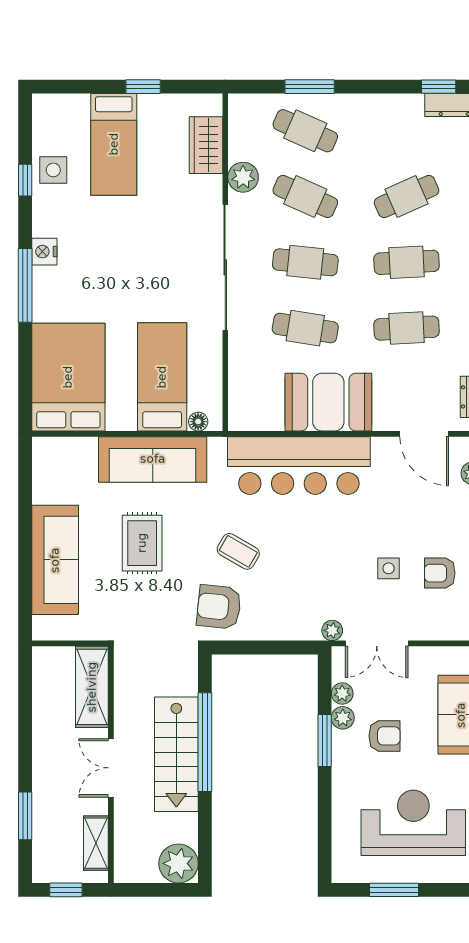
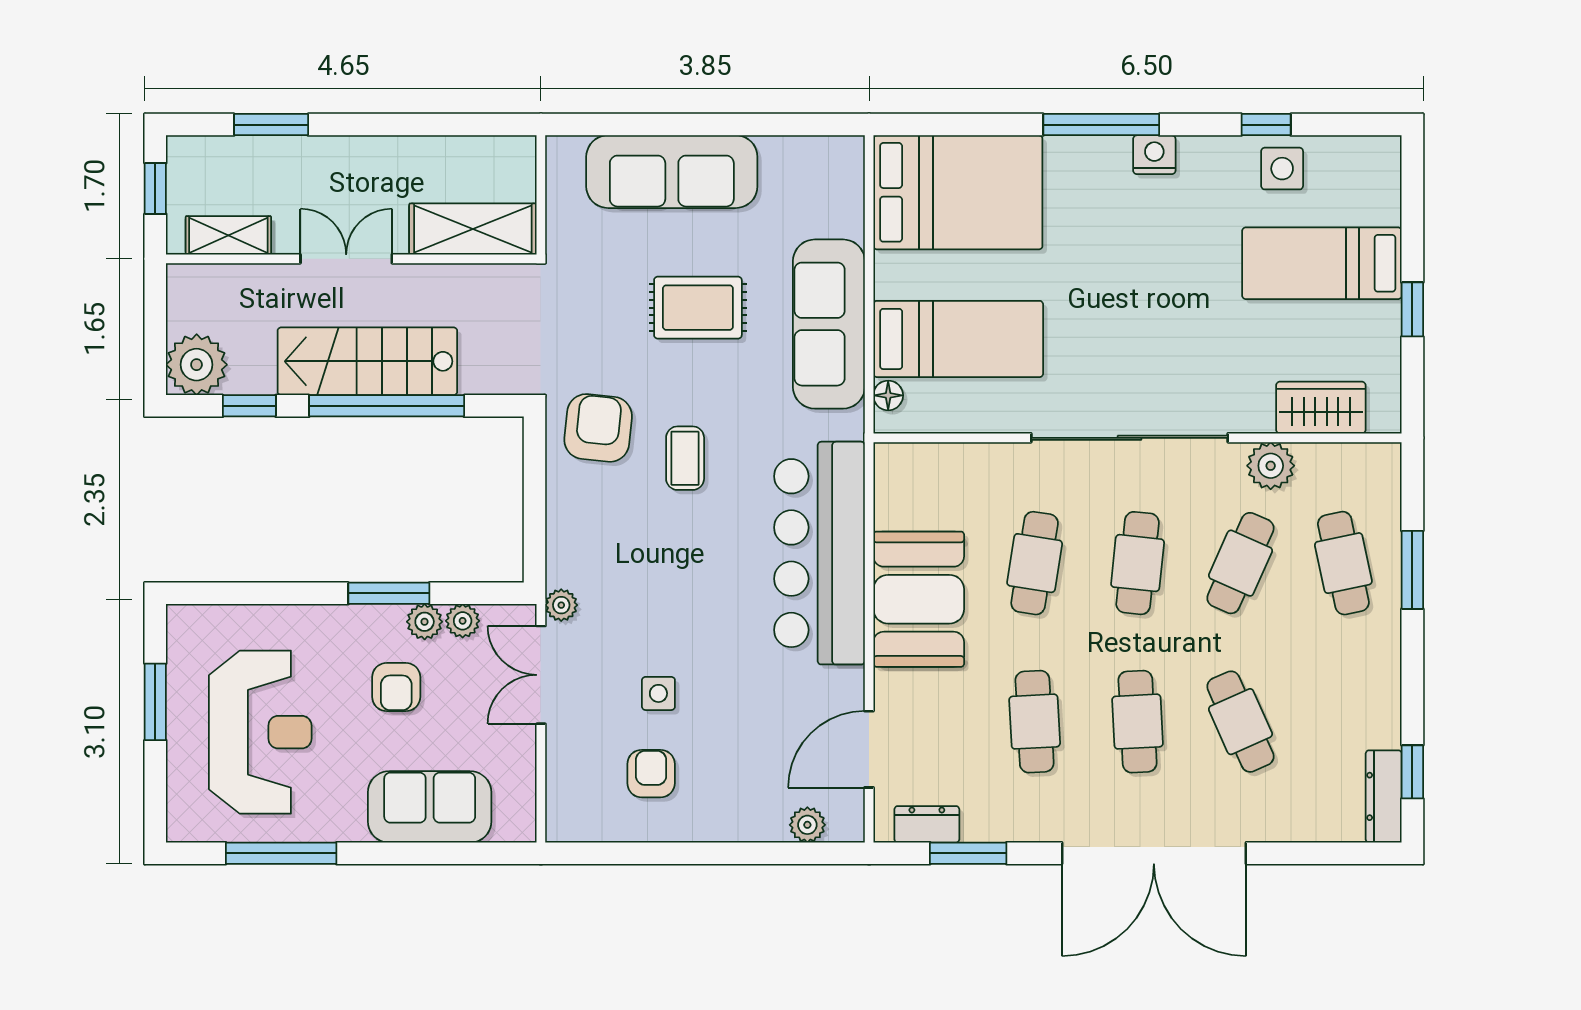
cafe table: (305, 131) -> (1343, 563), turned -36
coffee table: (238, 551) -> (685, 458), turned -30
window: (205, 830) -> (249, 406), added

